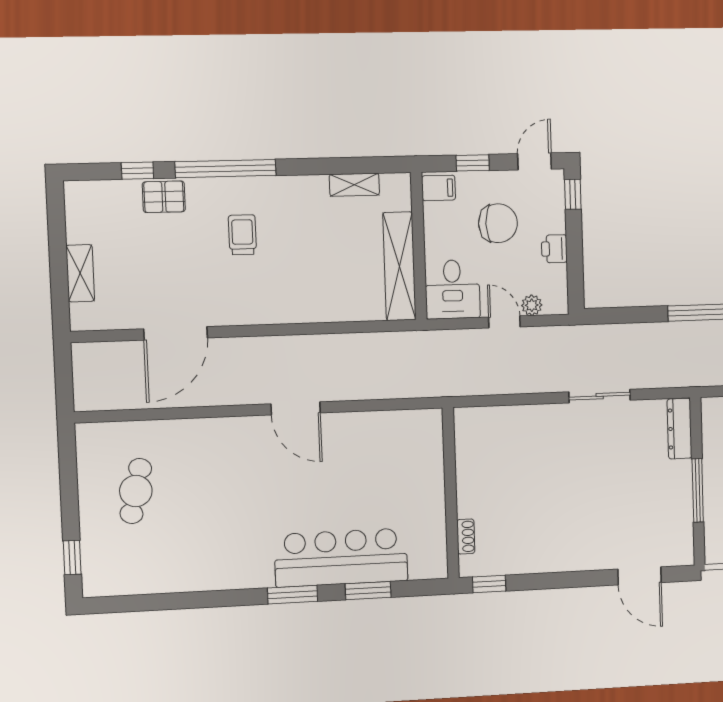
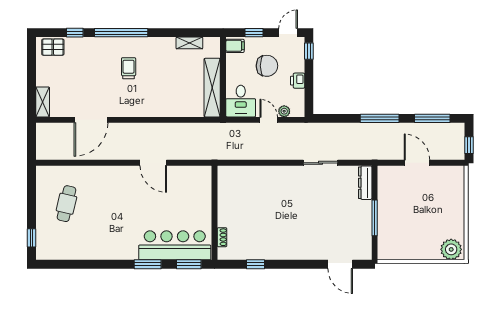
pallet: (164, 197) -> (53, 47), moved
shelving: (80, 273) -> (43, 102), moved
wall: (451, 493) -> (214, 213), moved
shoe rack: (466, 536) -> (222, 237), moved

